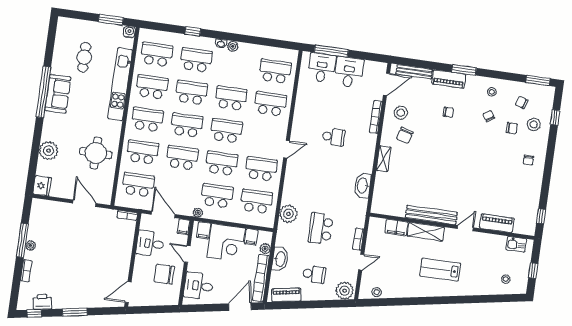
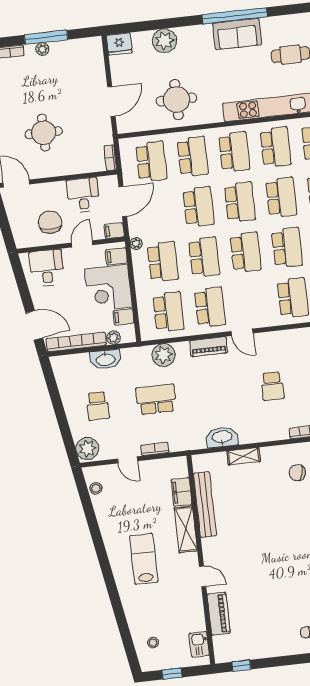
shelving: (384, 159) -> (244, 456), moved
bench: (431, 215) -> (205, 505), moved
round table: (95, 261) -> (44, 133), added
piano: (286, 295) -> (209, 347), moved, turned 100

